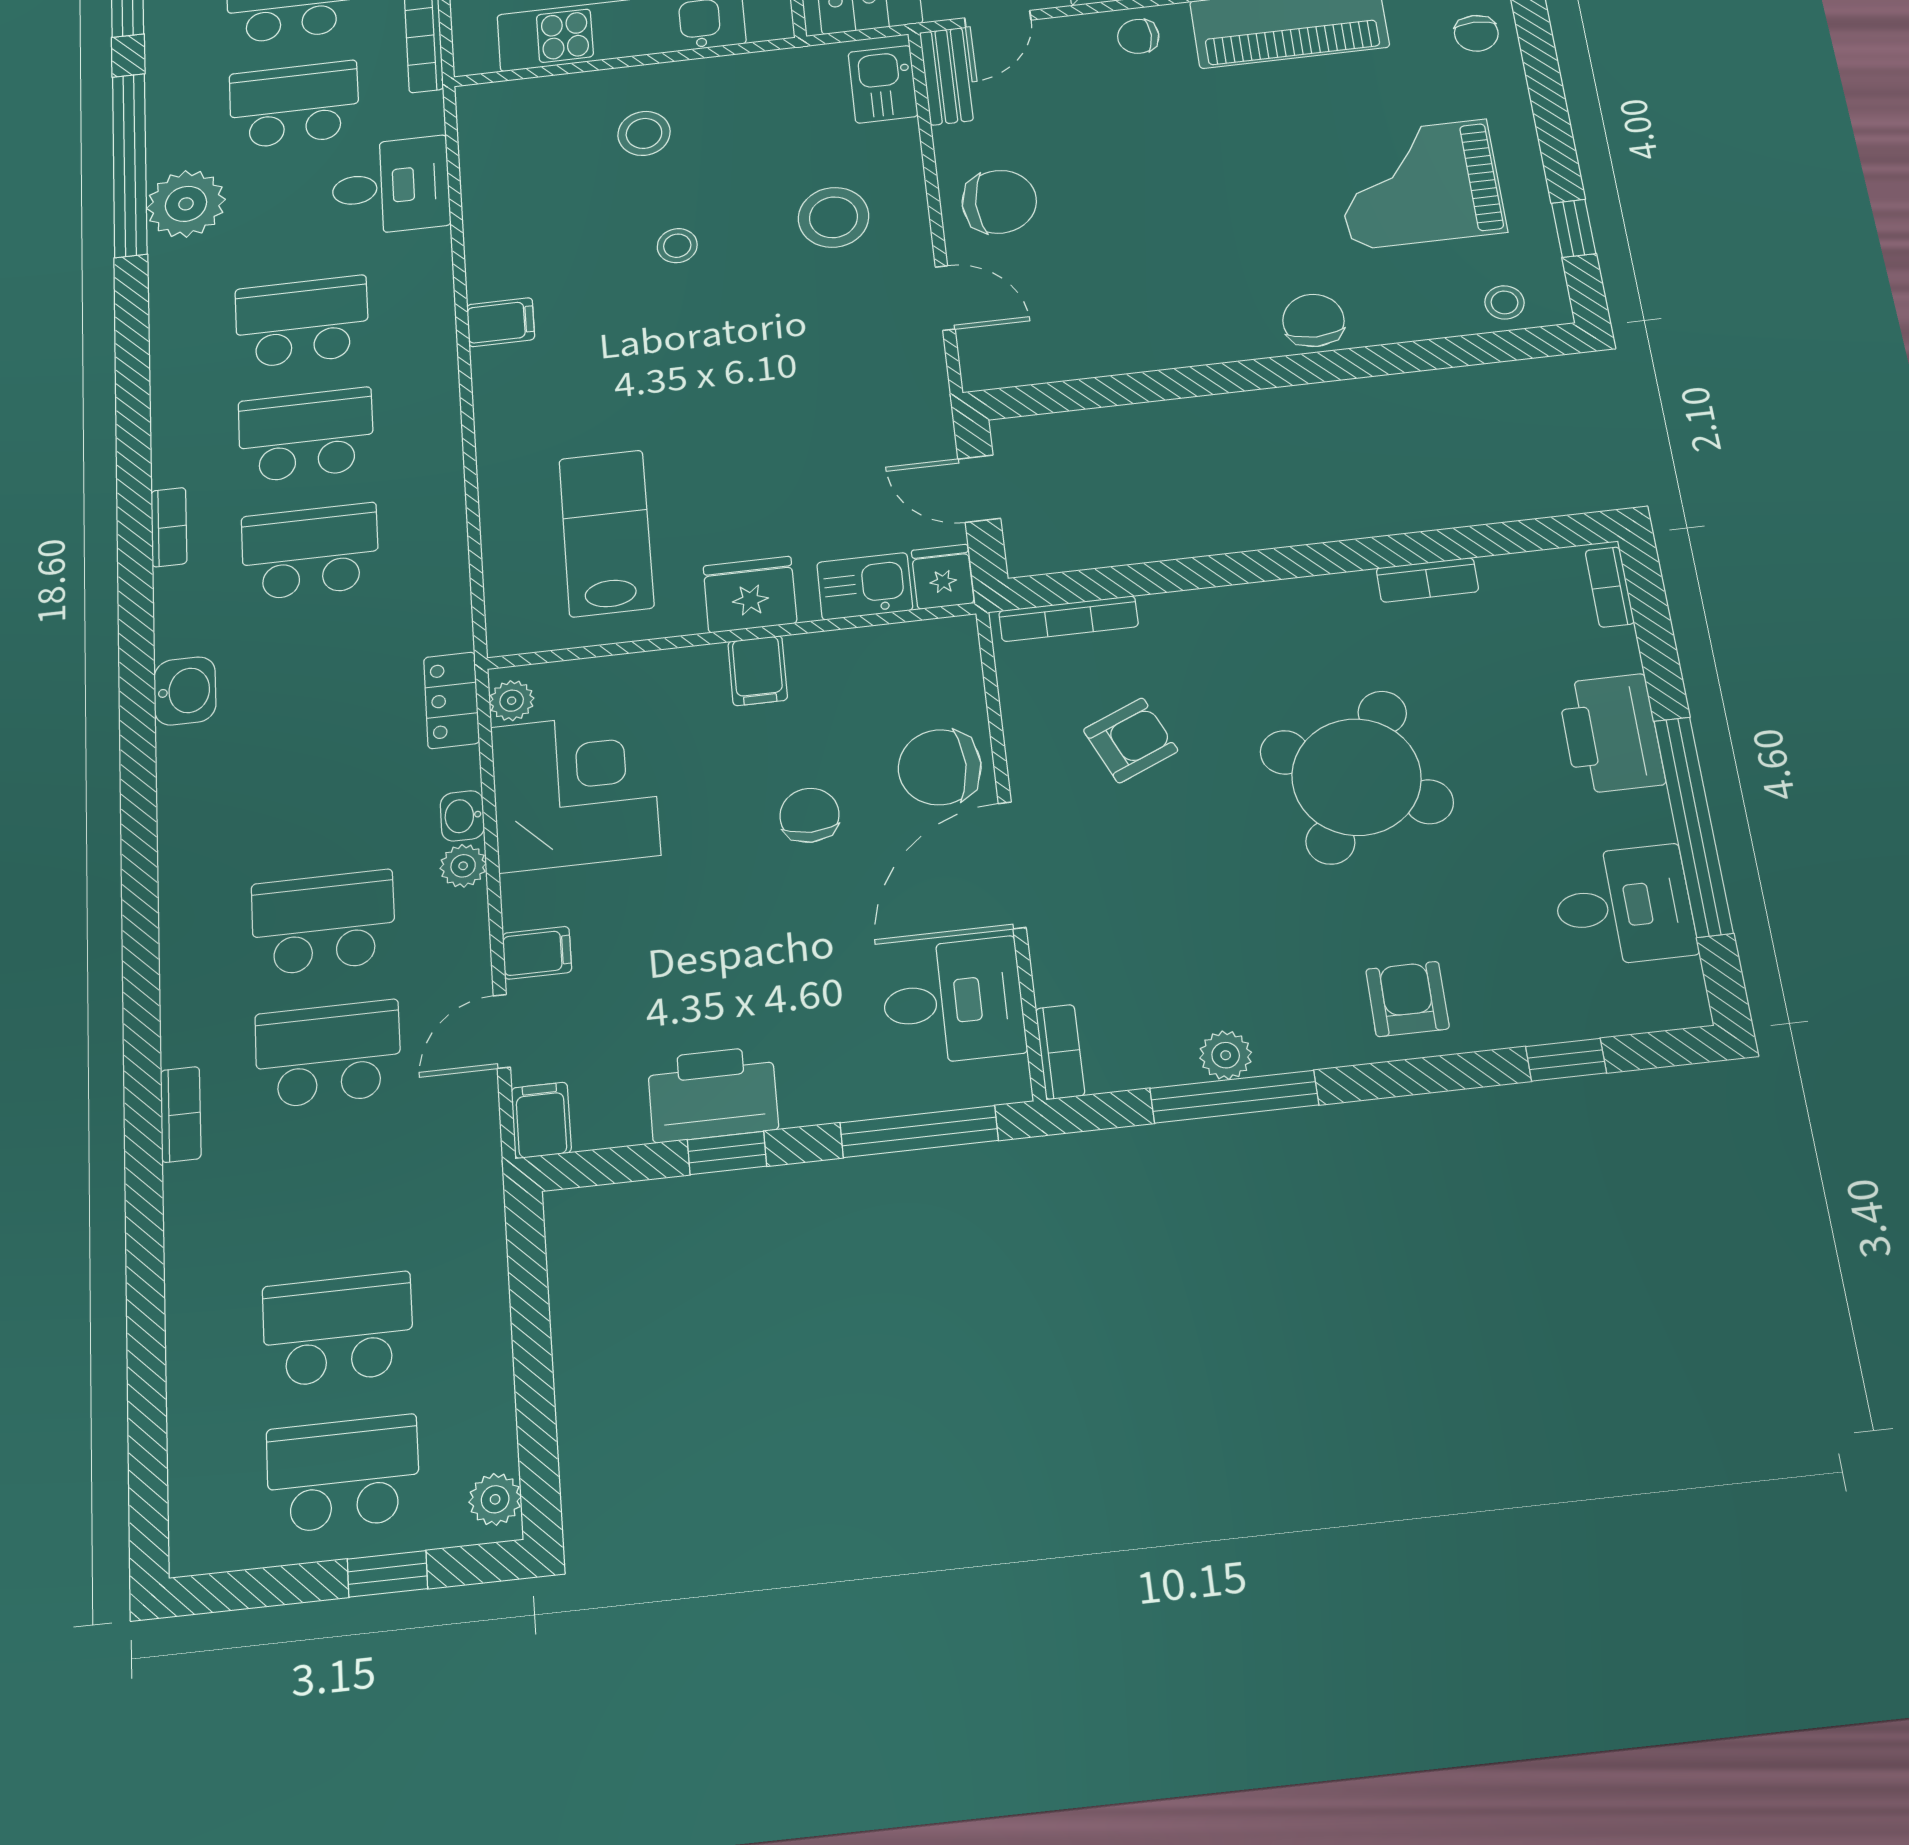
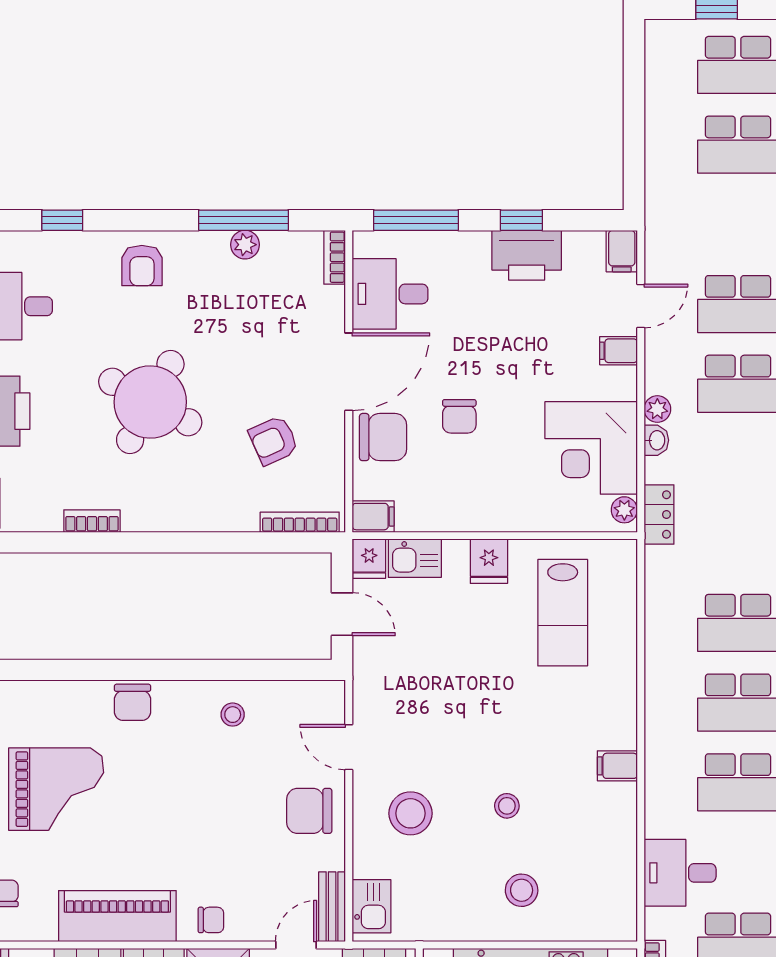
stool: (1505, 302) -> (233, 715), moved
fridge: (750, 595) -> (489, 561), width x0.72
filing cabinet: (758, 671) -> (373, 517), moved, turned 90
plant: (495, 1499) -> (658, 42), removed

